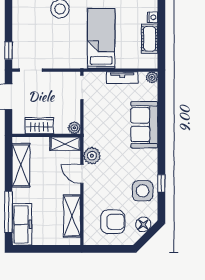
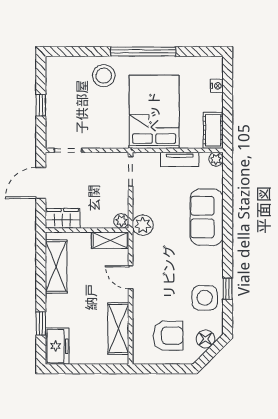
bed: (101, 38) -> (154, 112), width x1.50
cot: (150, 39) -> (213, 130), moved
window: (8, 51) -> (41, 105), moved
wardrobe: (39, 126) -> (63, 218), moved
plant: (92, 156) -> (143, 225), moved
window: (8, 212) -> (41, 324), width x0.46
freezer: (22, 224) -> (57, 346), width x0.71

